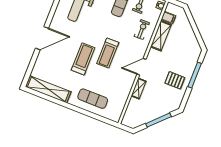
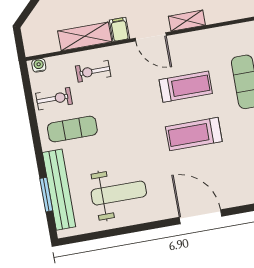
filing cabinet: (168, 18) -> (119, 29), moved
treadmill: (108, 53) -> (186, 87), moved

